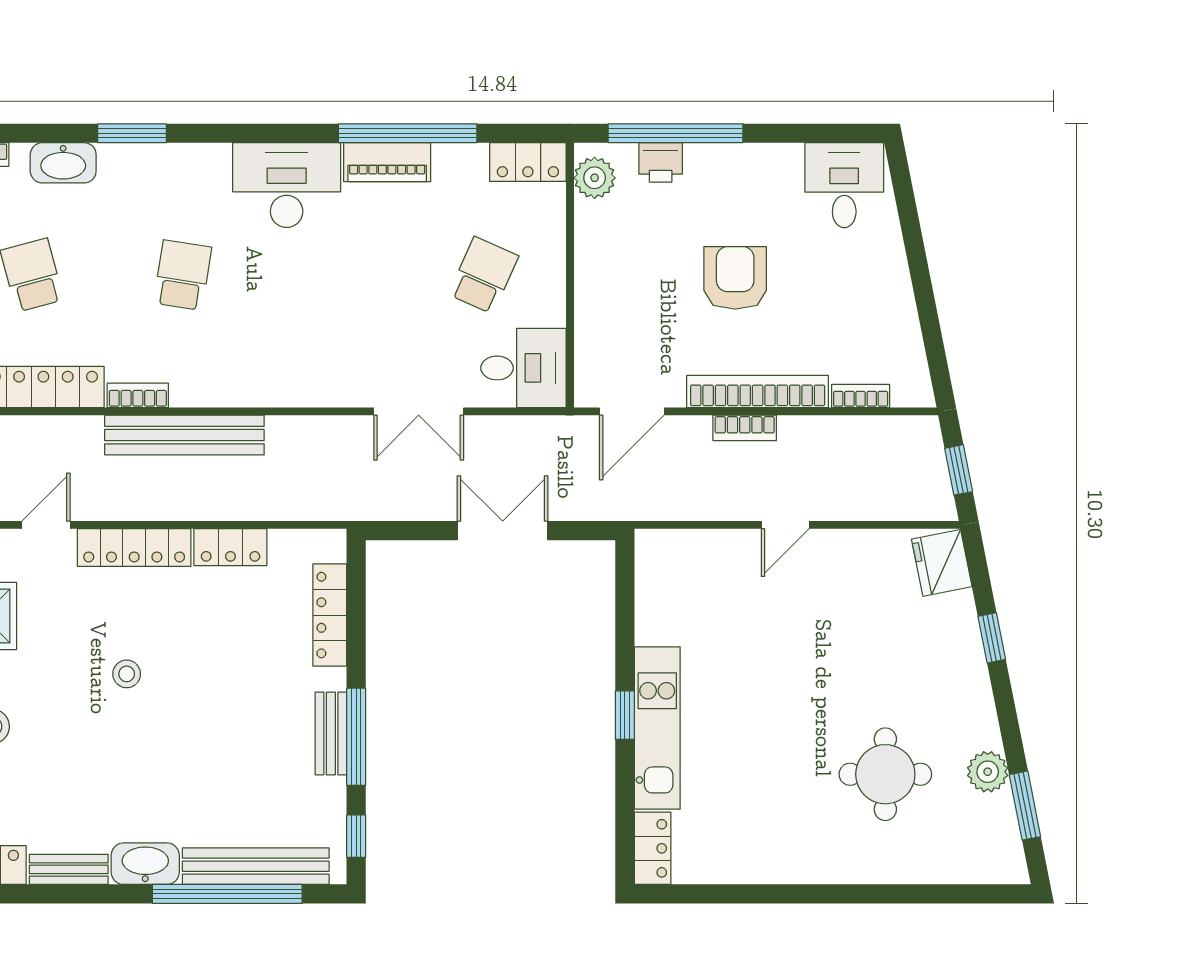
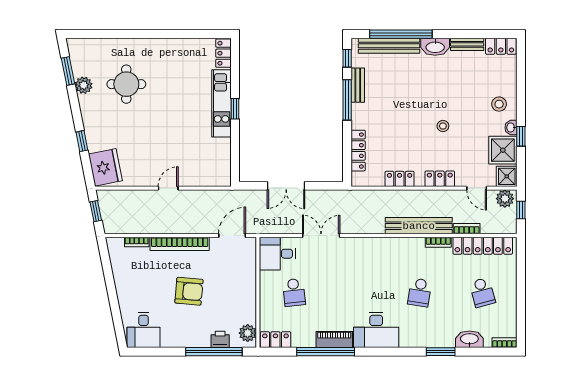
school desk: (484, 275) -> (294, 292), turned -30
armchair: (735, 278) -> (189, 291), turned -85
bookcase: (745, 428) -> (467, 229), moved
door: (46, 525) -> (477, 188), hinge flipped
locker: (134, 548) -> (440, 179), width x0.66
fridge: (942, 563) -> (105, 167), width x1.36, depth x1.34
bench: (331, 733) -> (358, 85), moved

